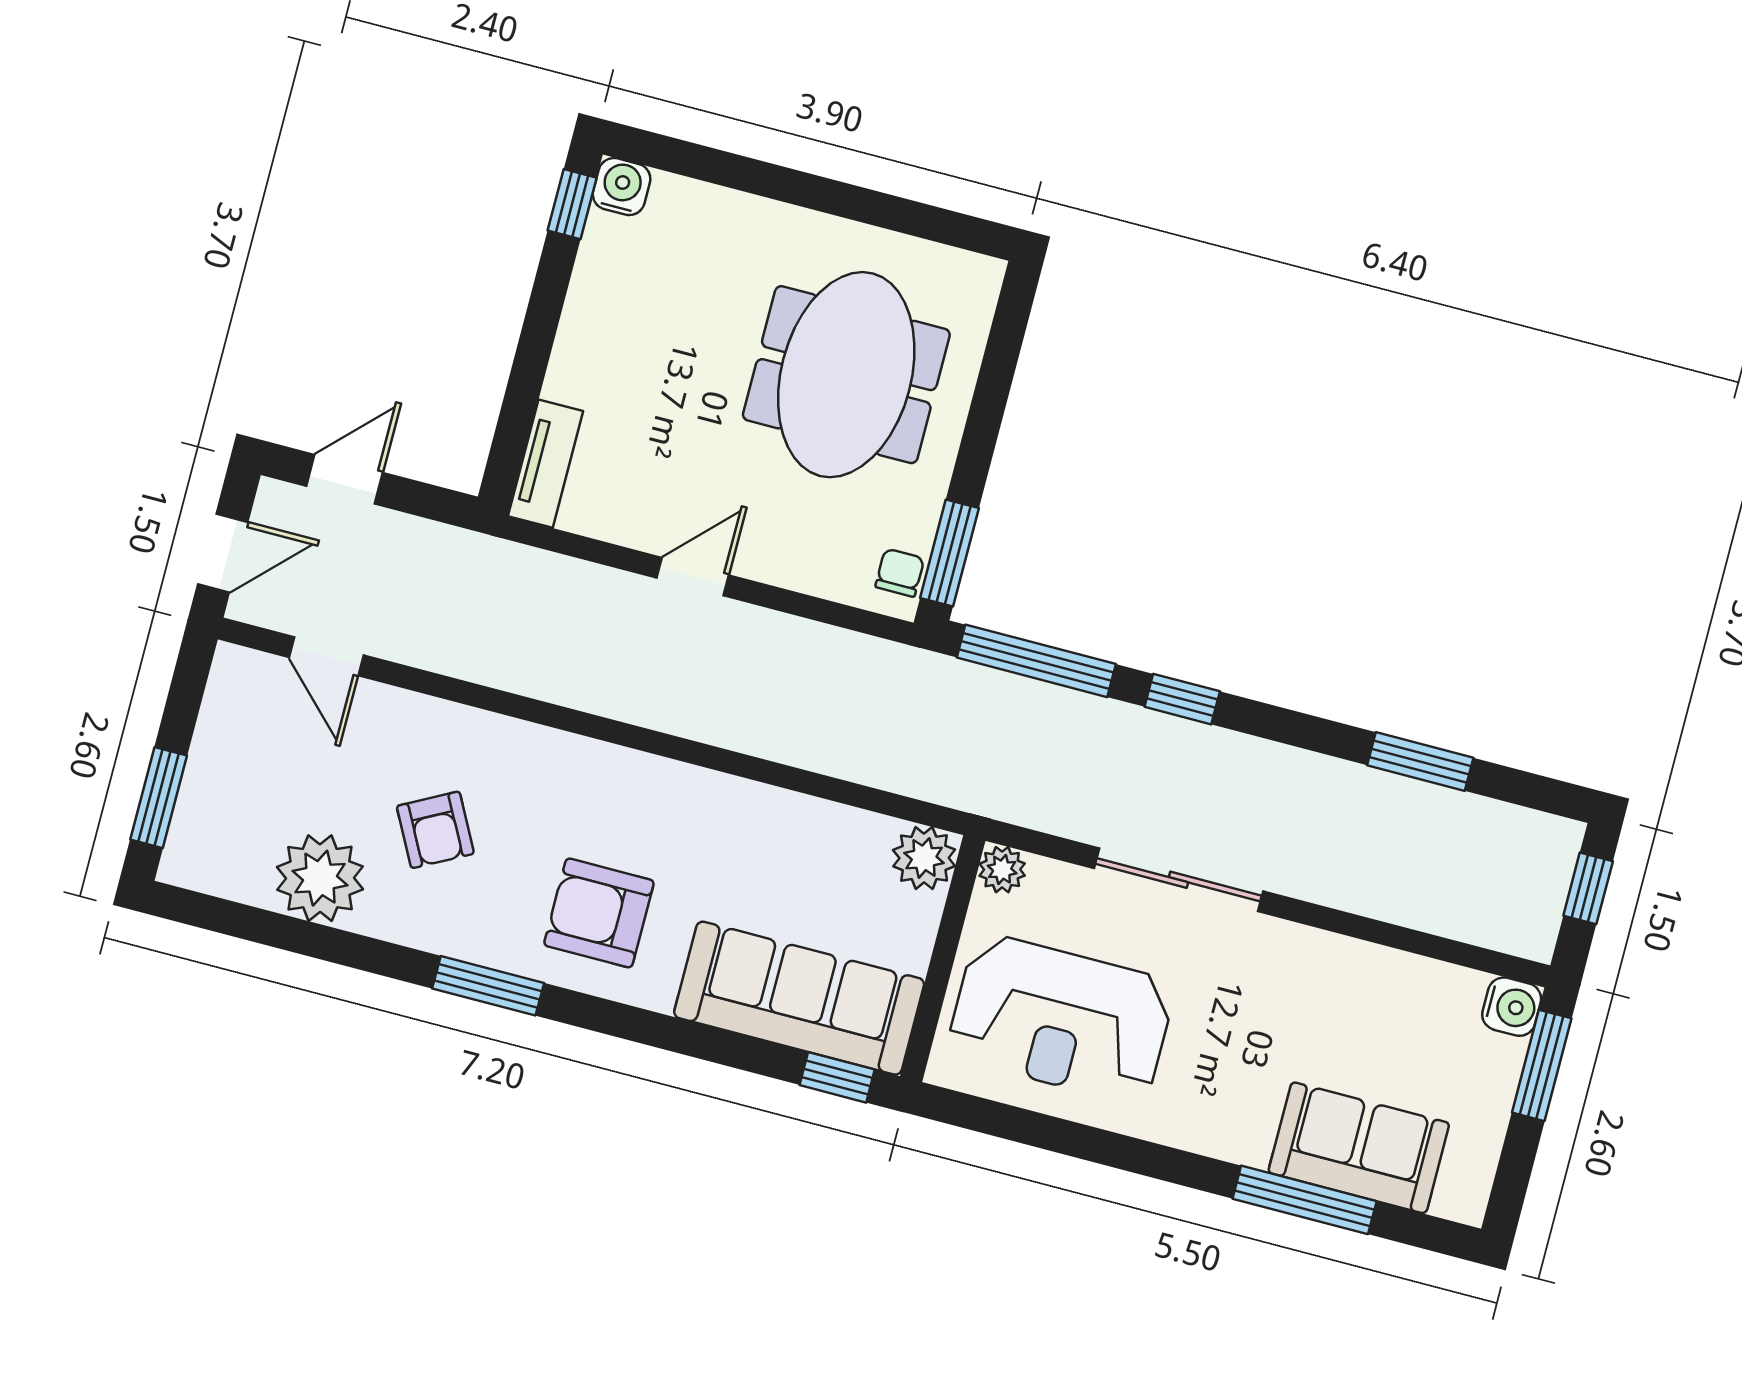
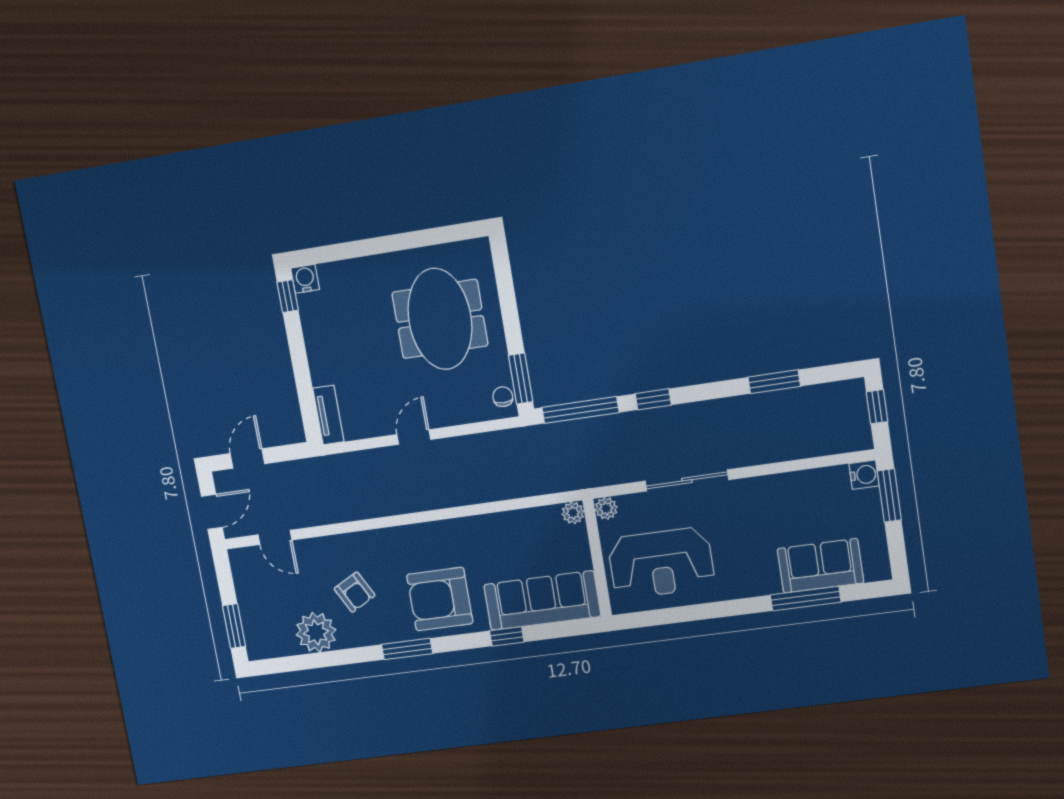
plant: (924, 858) -> (573, 513), width x0.73, depth x0.73
armchair: (599, 913) -> (440, 599), width x1.36, depth x1.36
window: (837, 1077) -> (507, 636), moved

